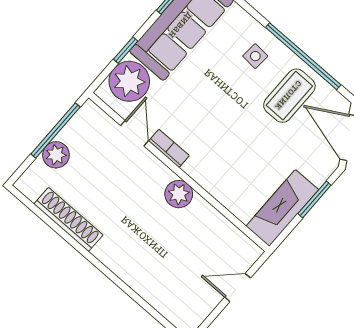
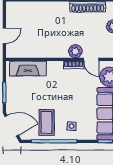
plant: (179, 194) -> (75, 51), moved
fireplace: (282, 208) -> (28, 68), moved, turned 90

